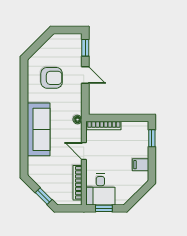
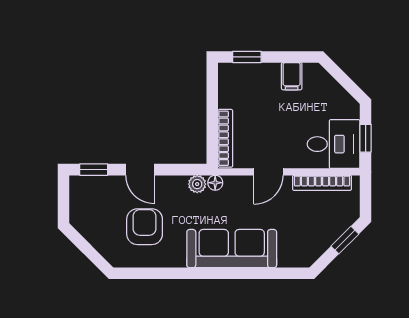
door: (85, 75) -> (140, 170), swing flipped
plant: (77, 109) -> (197, 184), added

